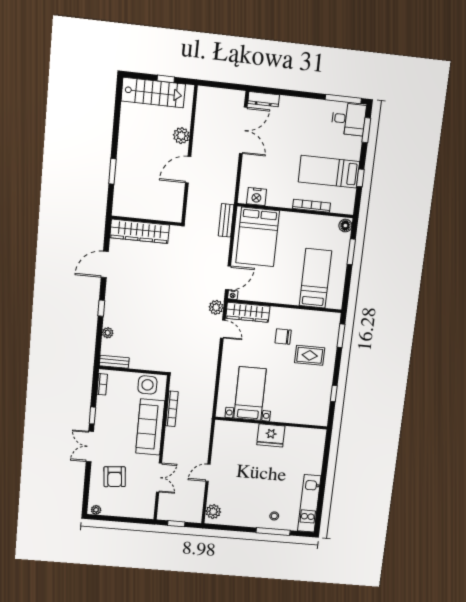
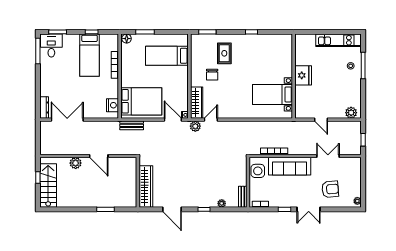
bed with nightstands: (250, 394) -> (272, 94), moved
wall: (271, 423) -> (294, 76), moved
fridge: (271, 435) -> (303, 75), moved

